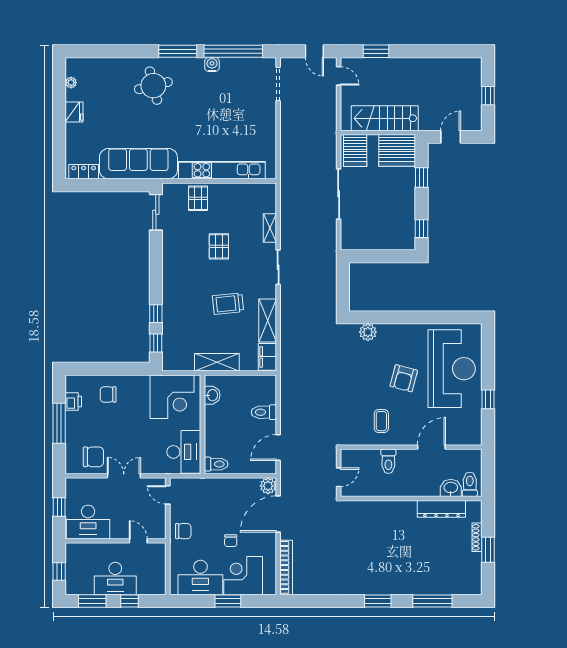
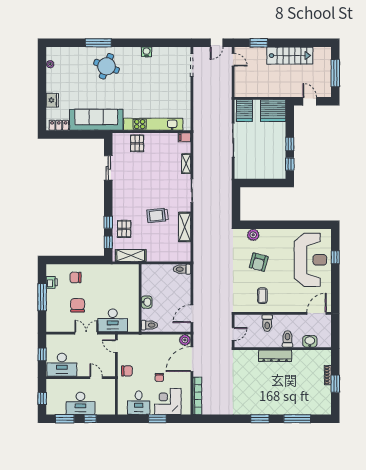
window: (178, 51) -> (98, 43), moved
window: (233, 51) -> (161, 43), removed
door: (314, 51) -> (217, 43), hinge flipped
round table: (153, 86) -> (107, 66), turned 35
window: (488, 96) -> (335, 73), width x2.17
fridge: (74, 112) -> (52, 100), moved
stairs: (385, 118) -> (290, 56), moved, turned 180
door: (451, 137) -> (310, 101), hinge flipped
window: (421, 177) -> (290, 144), moved
sliding door: (156, 212) -> (108, 168), moved
pallet: (219, 246) -> (124, 229), moved
filing cabinet: (267, 357) -> (184, 137), moved, width x0.50
shelving: (217, 362) -> (131, 255), moved
armchair: (404, 378) -> (259, 262), moved
washbasin: (212, 395) -> (147, 302), moved
corner desk: (172, 397) -> (119, 279), removed
window: (488, 399) -> (335, 257), moved
toilet: (264, 412) -> (182, 269), moved
door: (431, 447) -> (317, 313), moved
desk: (184, 452) -> (113, 320), moved, turned 90
chair: (93, 457) -> (78, 305), moved, turned -90
toilet: (470, 484) -> (287, 339), moved
dresser: (441, 509) -> (275, 356), moved
desk: (200, 578) -> (139, 403), width x0.73

